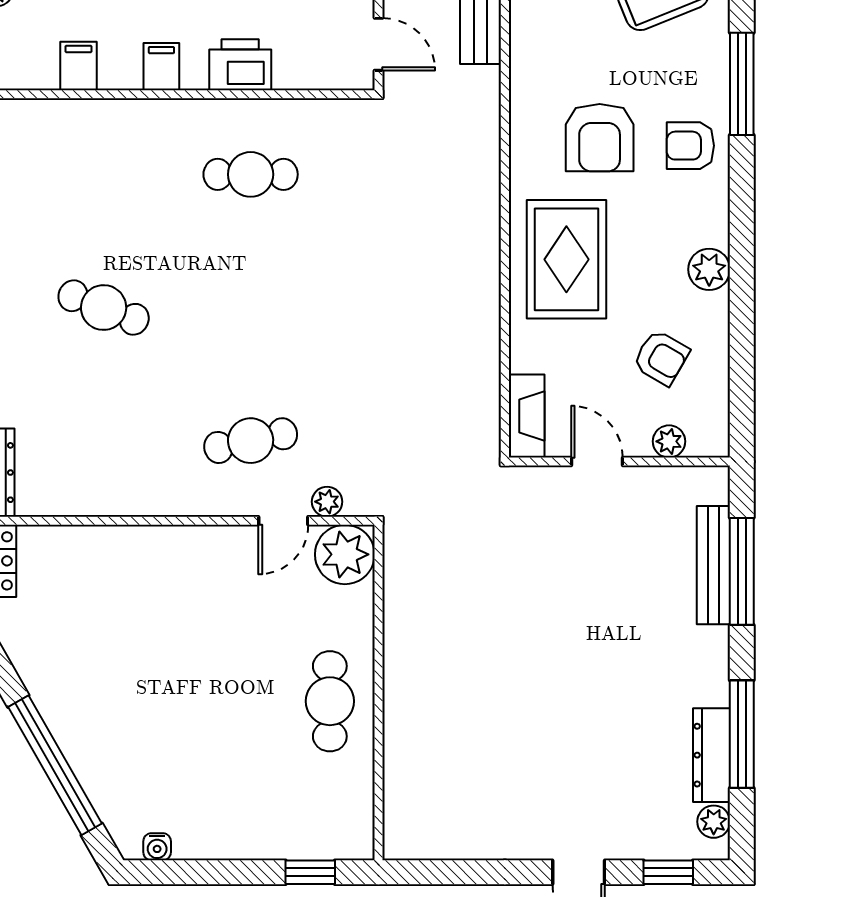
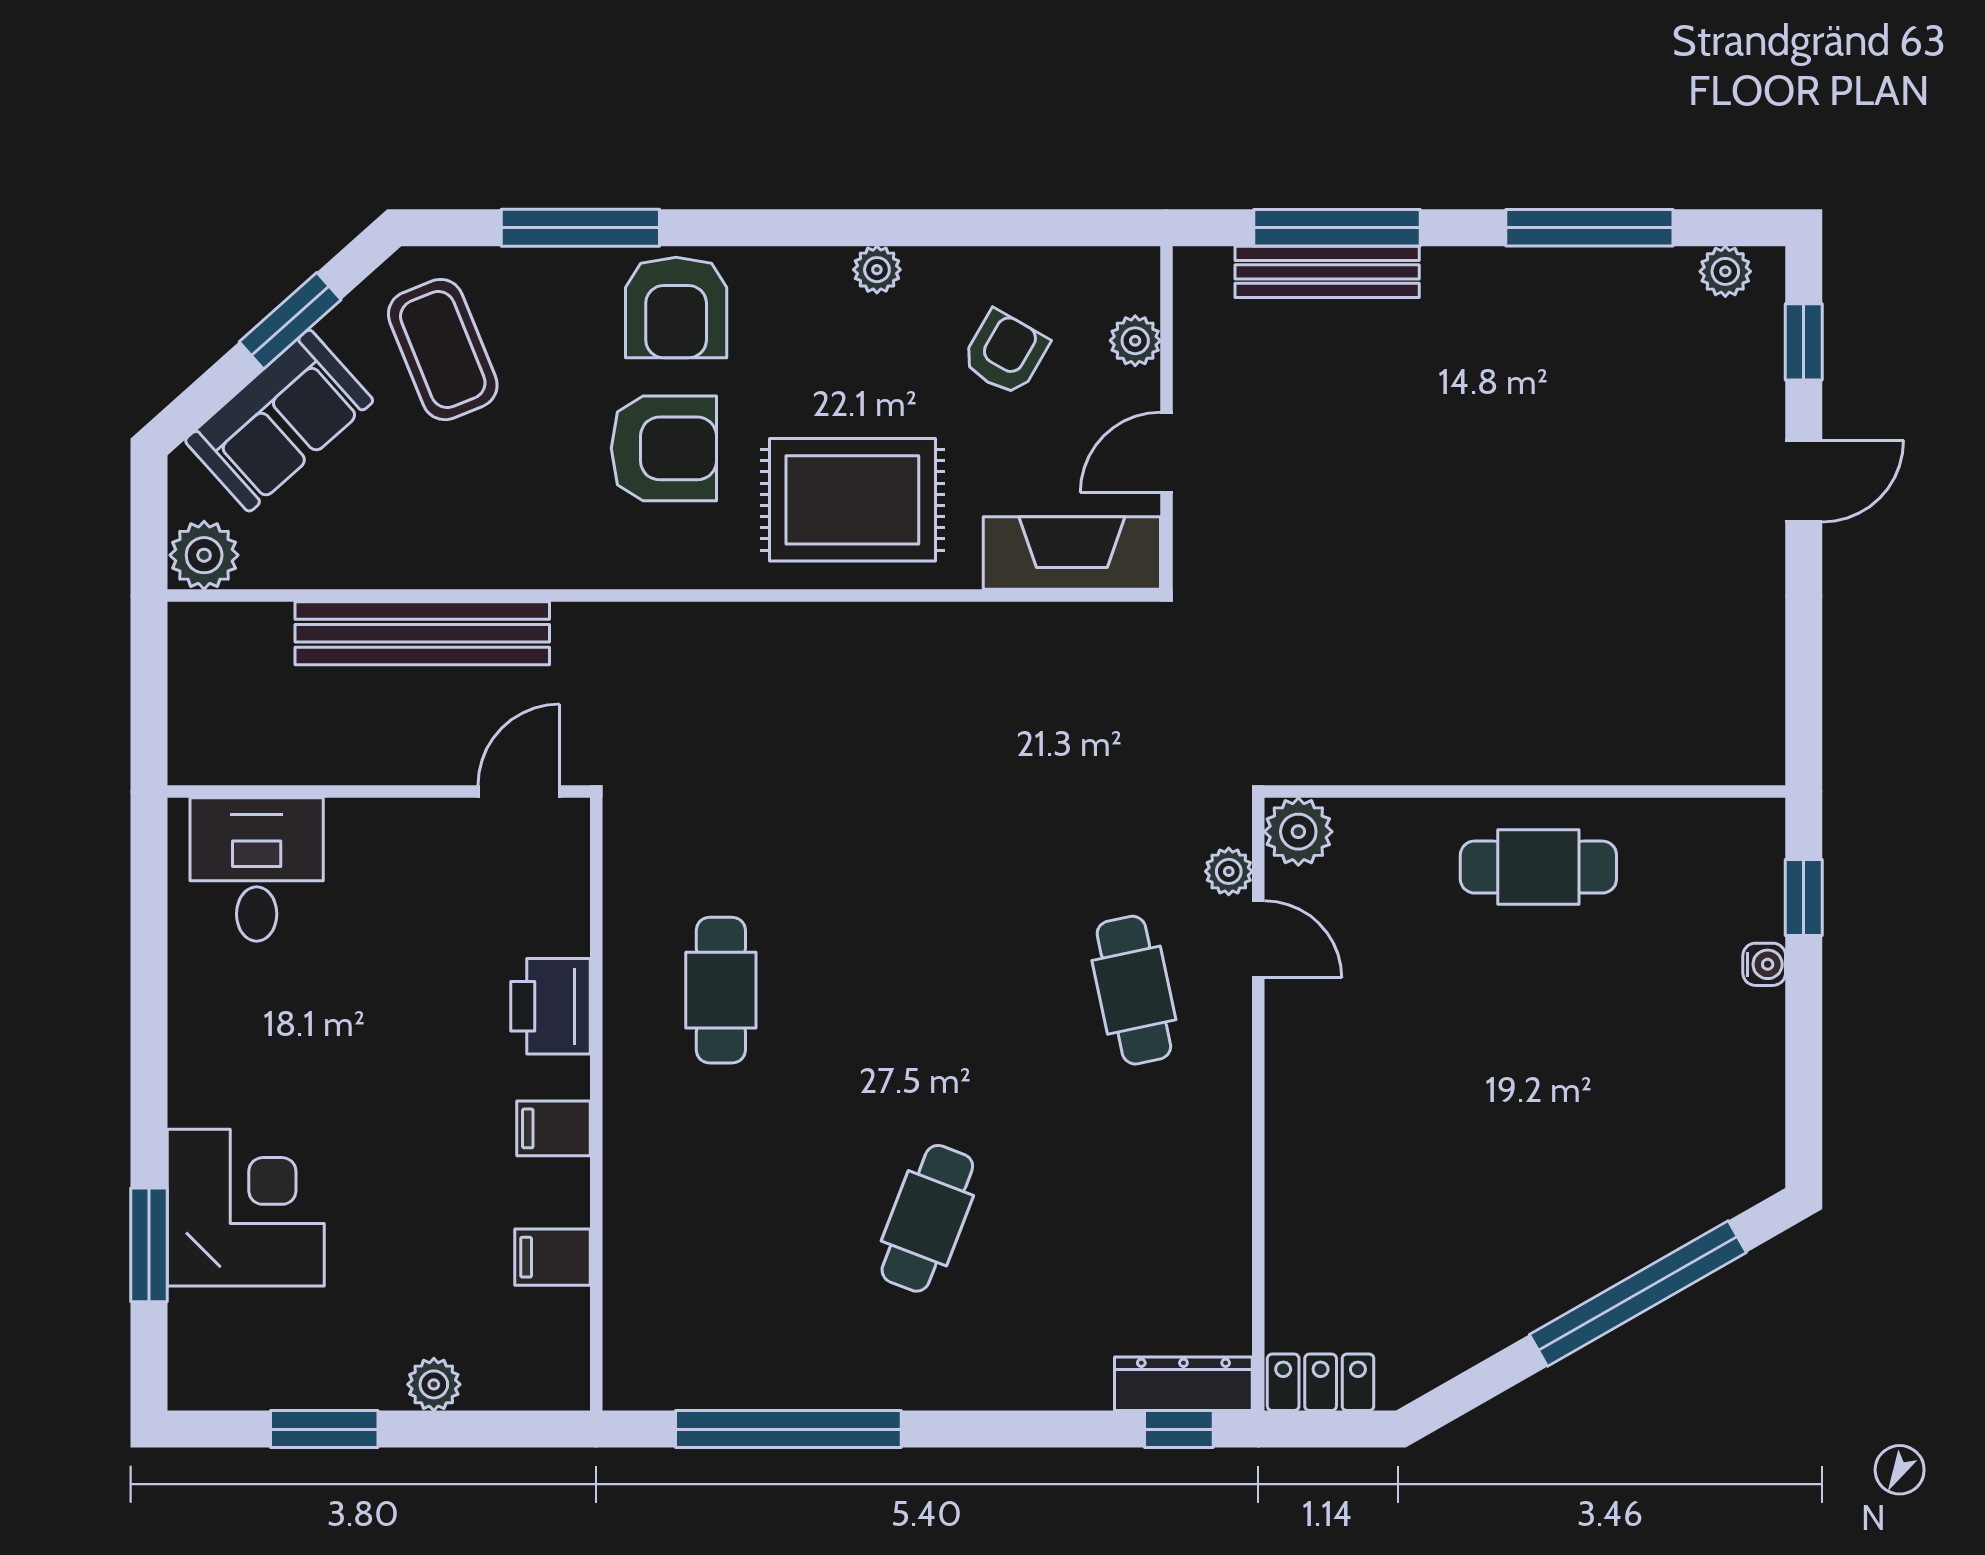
armchair: (690, 146) -> (676, 307), width x1.38, depth x1.38
plant: (709, 269) -> (877, 270), width x0.73, depth x0.73
fireplace: (527, 416) -> (1072, 553), width x1.37, depth x1.32
plant: (345, 554) -> (1298, 832), width x0.73, depth x0.73
dresser: (712, 755) -> (1622, 275), removed
water cooler: (157, 847) -> (1764, 964), moved

